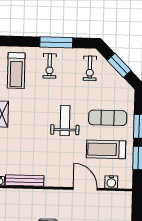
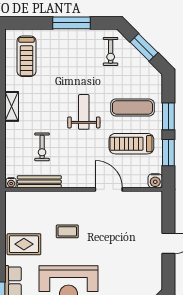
exercise bike: (50, 66) -> (42, 147), moved
water cooler: (111, 182) -> (155, 181), moved

